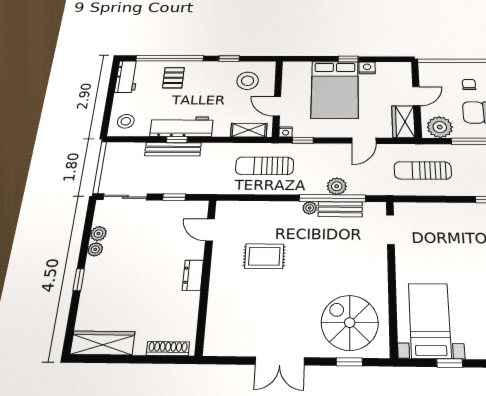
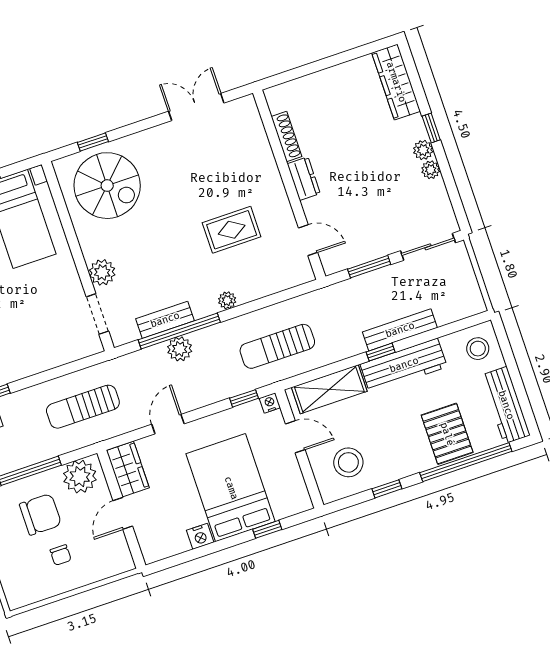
window: (348, 59) -> (267, 529), moved
workbench: (127, 77) -> (506, 405), width x1.38
pallet: (173, 78) -> (447, 434), width x1.50, depth x1.42
shelving: (249, 130) -> (329, 389), width x1.50, depth x1.33
window: (177, 140) -> (381, 352), moved
sun lounger: (265, 166) -> (277, 346), turned 180
sun lounger: (423, 170) -> (83, 407), turned 180
window: (174, 197) -> (369, 267), width x1.50
plant: (310, 208) -> (227, 300), moved
plant: (98, 234) -> (423, 150), moved
plant: (376, 258) -> (102, 272), added
wardrobe: (103, 343) -> (396, 82), moved, turned 90
shoe rack: (168, 349) -> (286, 136), moved, turned -90
double door: (280, 361) -> (196, 107), moved

